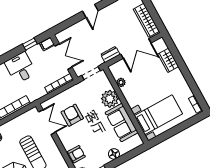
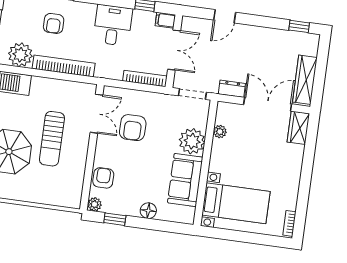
door: (90, 11) -> (225, 16), moved
double door: (136, 48) -> (268, 104), swing flipped
wardrobe: (168, 60) -> (298, 128), moved
armchair: (72, 115) -> (133, 128), turned 180
armchair: (76, 154) -> (103, 178), turned -90

